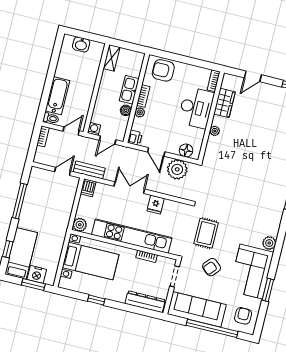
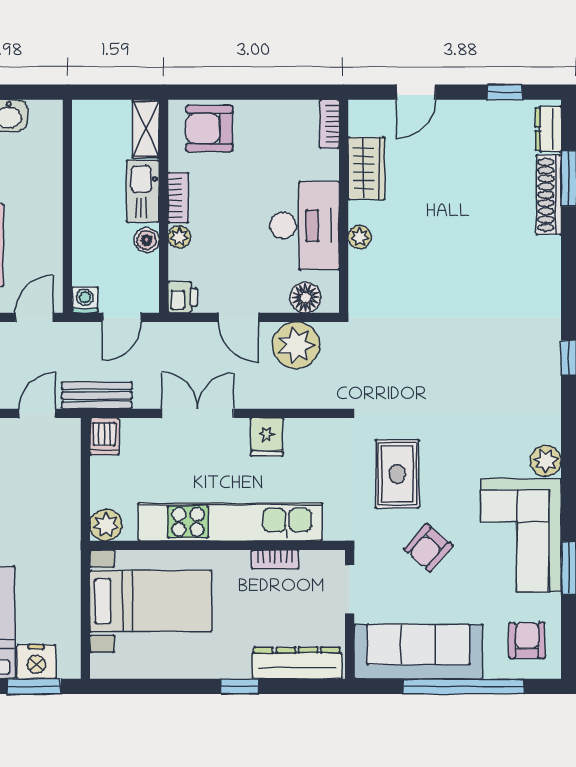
shelving: (112, 58) -> (146, 129), moved
desk: (196, 108) -> (305, 226), moved
window: (96, 300) -> (240, 686), moved

